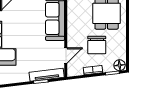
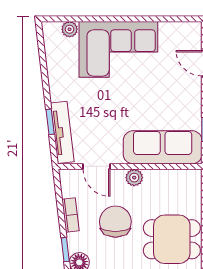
plant: (72, 34) -> (134, 178), added
chair: (97, 45) -> (115, 222), turned 90

